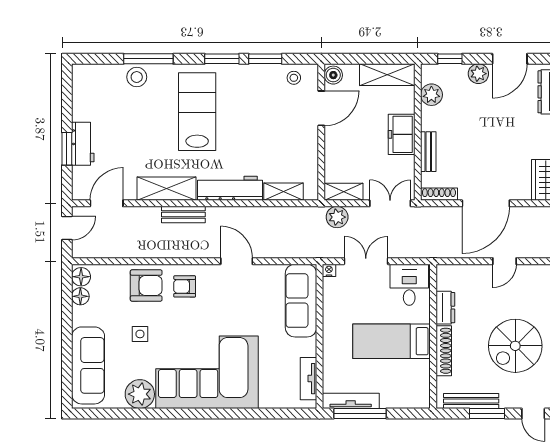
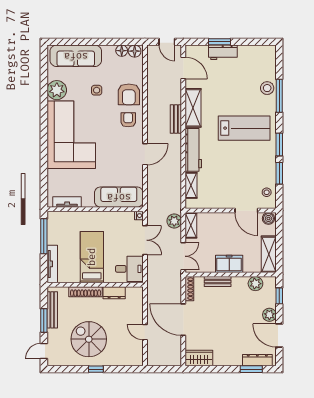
tv unit: (351, 401) -> (52, 264), moved

